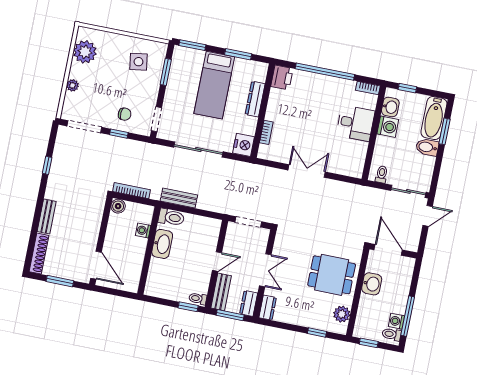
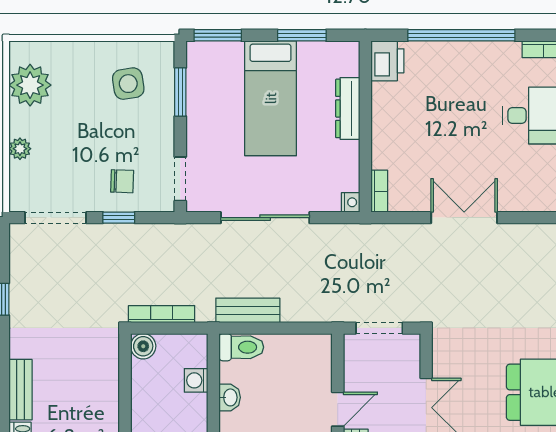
bookcase: (266, 132) -> (379, 191), moved
nightstand: (244, 145) -> (351, 202), width x0.53, depth x0.56
washbasin: (162, 244) -> (230, 397), width x0.52, depth x0.69

